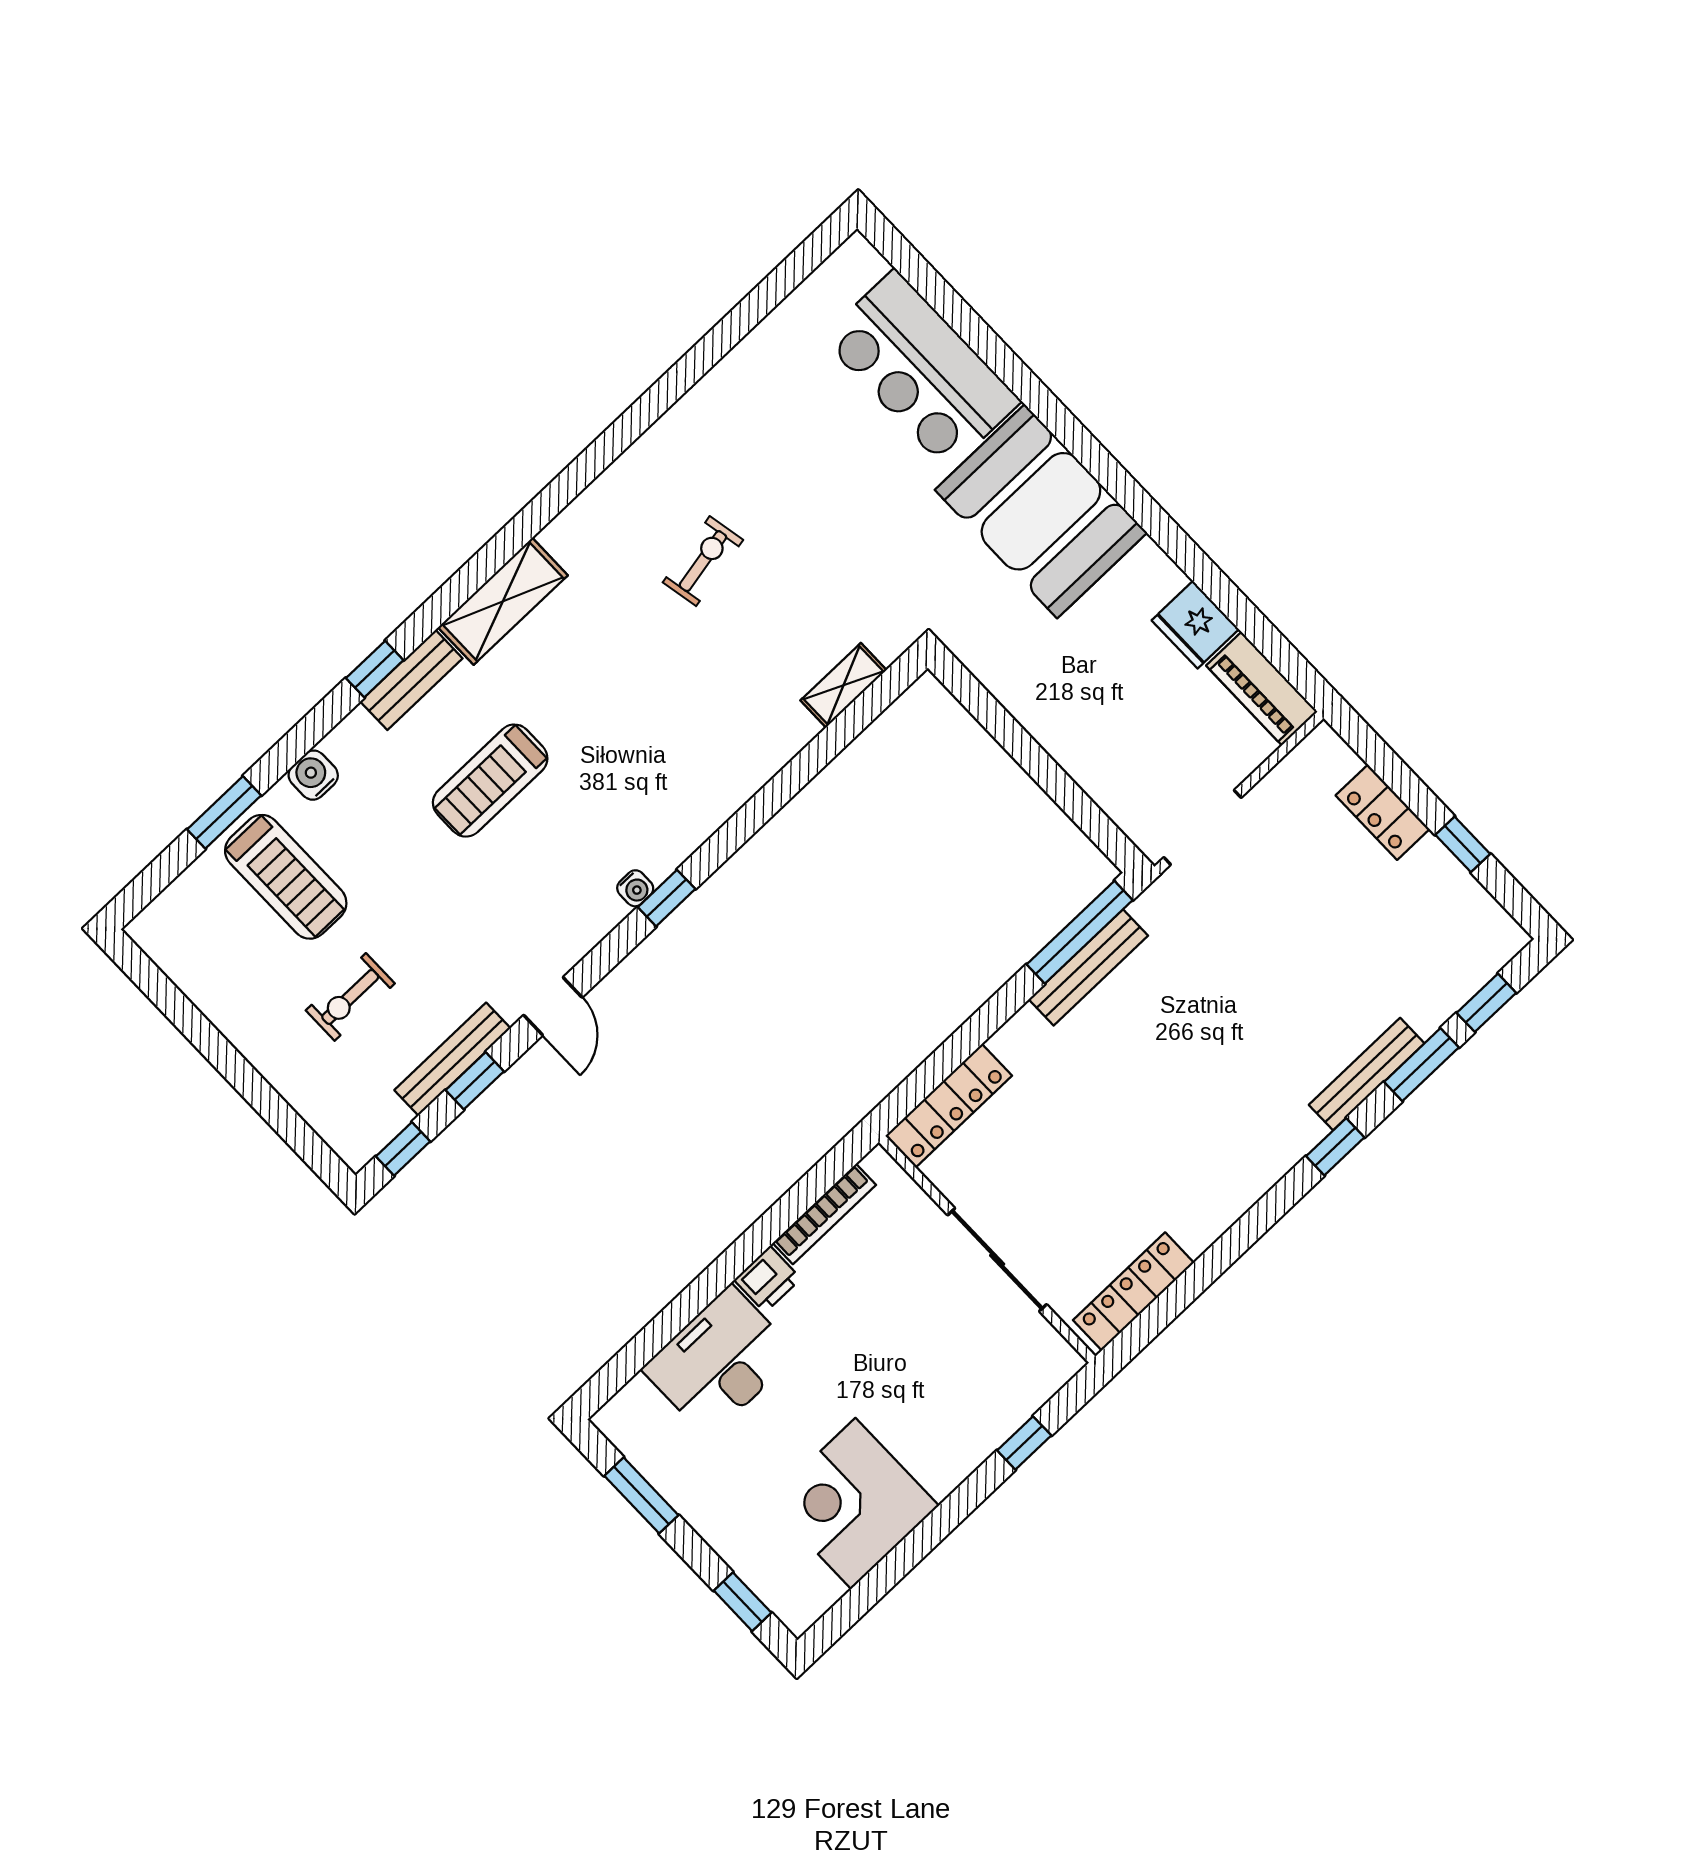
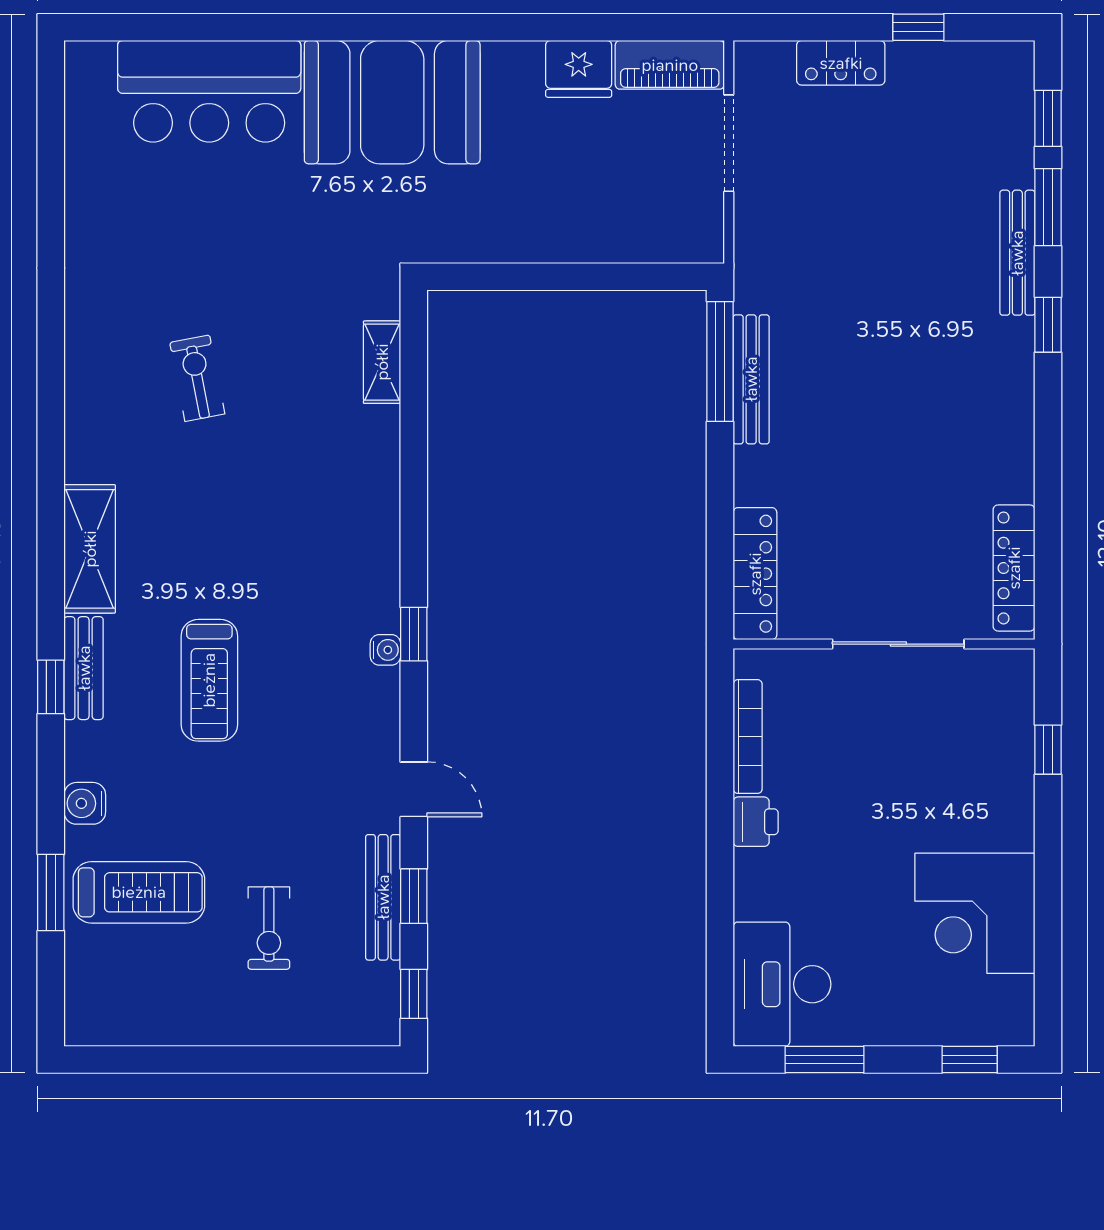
doorway: (1202, 827) -> (729, 143), moved
desk: (720, 1362) -> (782, 984), moved

